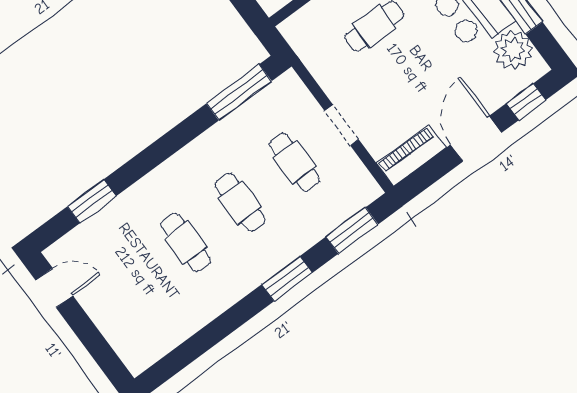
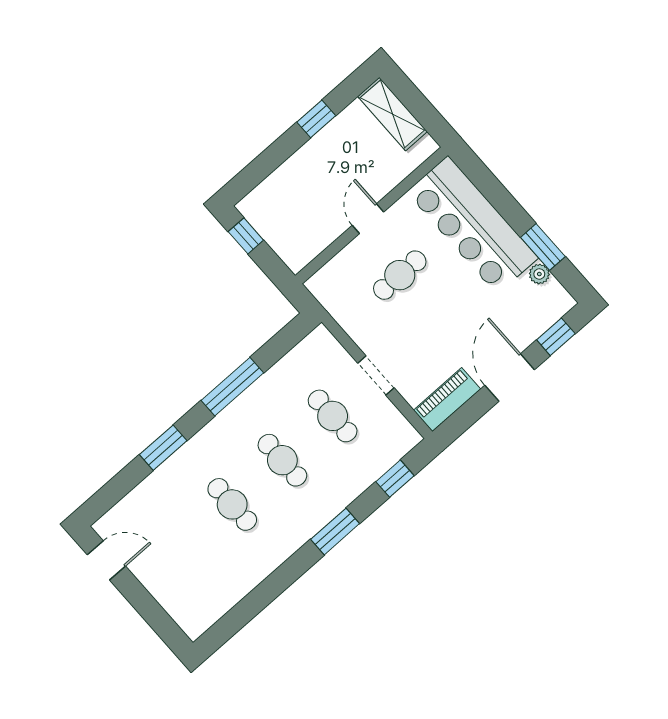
plant: (513, 50) -> (539, 274), width x0.53, depth x0.53
window: (239, 92) -> (232, 387), moved
window: (92, 201) -> (163, 448), moved
window: (352, 230) -> (395, 479), width x0.67

